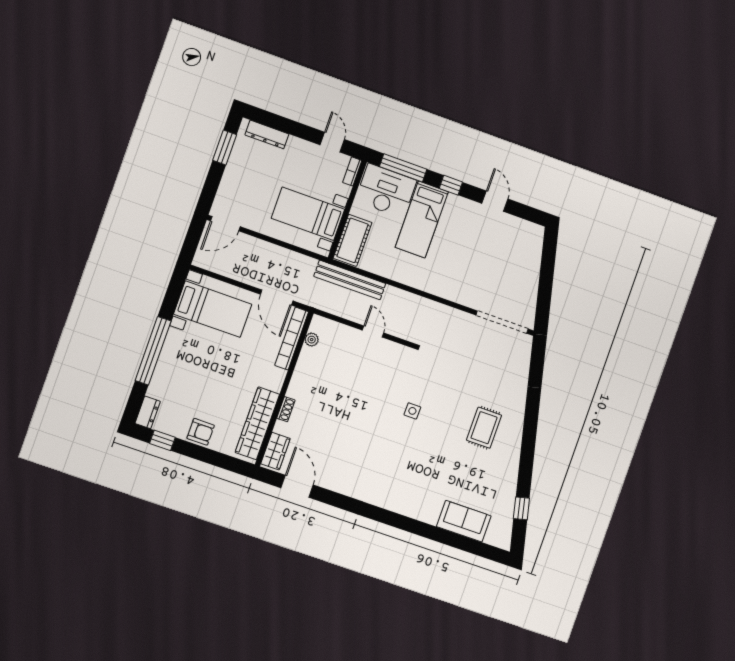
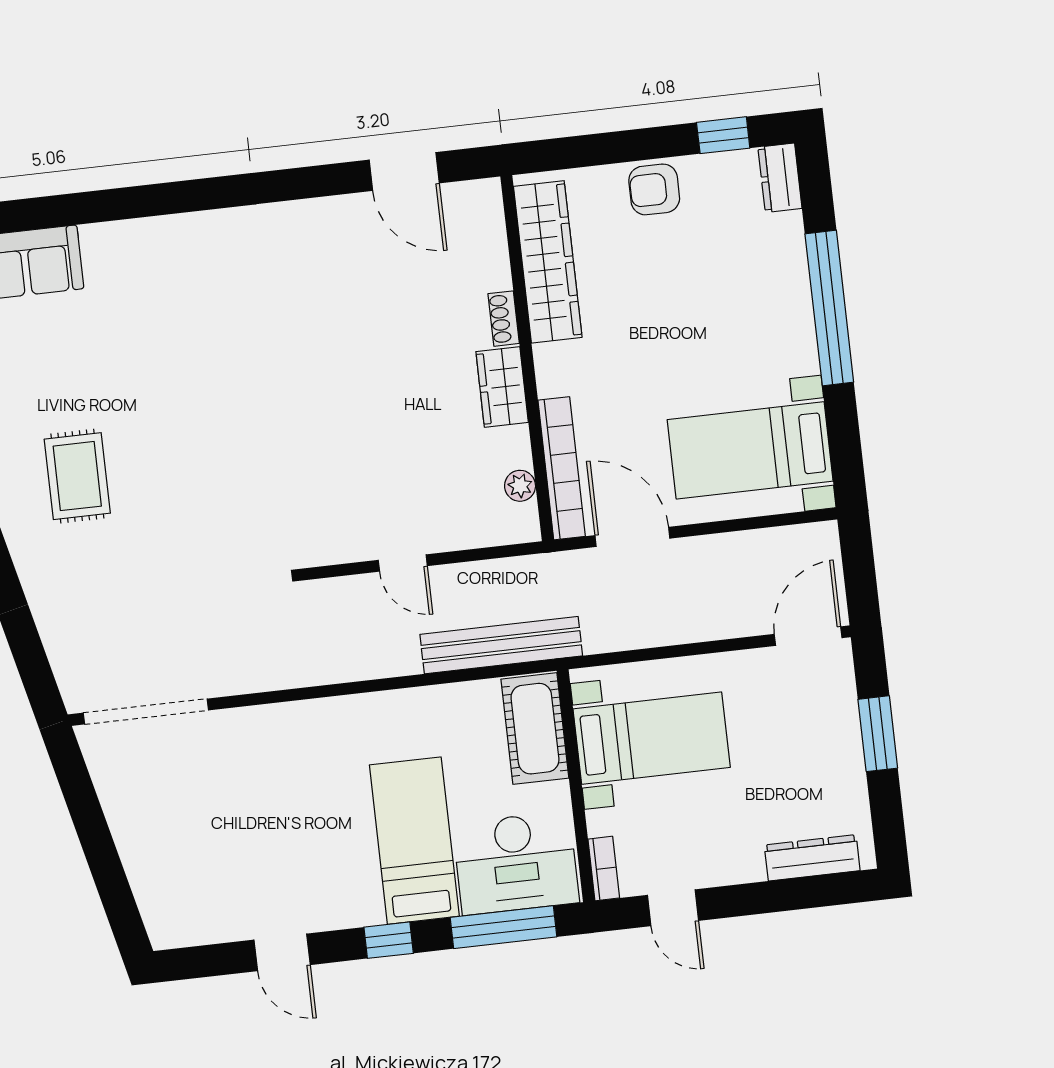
window: (225, 148) -> (878, 734), moved
side table: (412, 411) -> (243, 439), removed
wardrobe: (275, 451) -> (502, 387), moved

